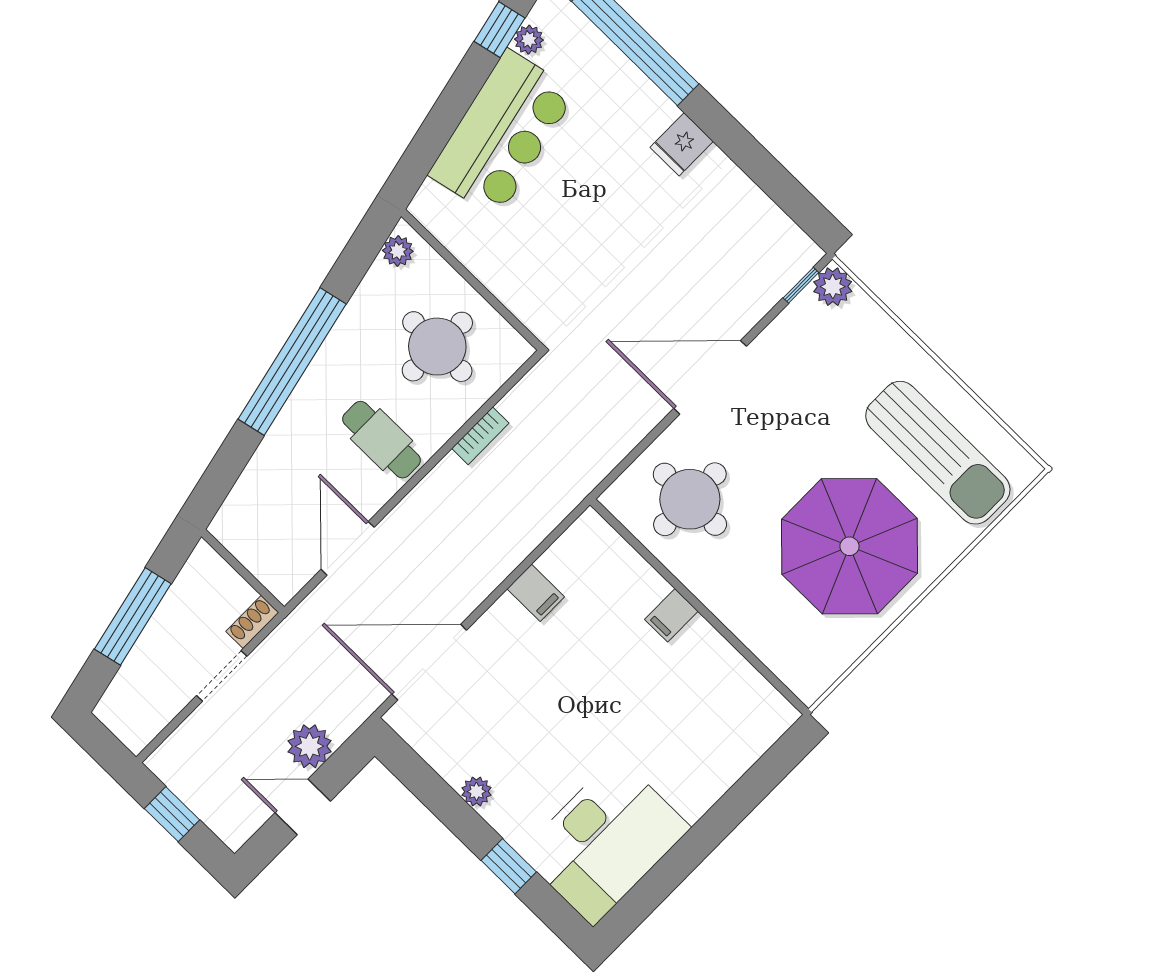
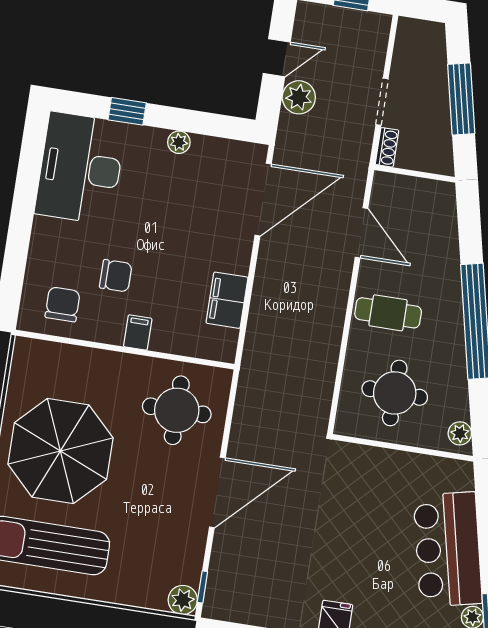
bookcase: (480, 436) -> (330, 358), removed
filing cabinet: (536, 593) -> (227, 300), width x2.00
chair: (651, 695) -> (116, 276), added
chair: (732, 705) -> (63, 304), added

